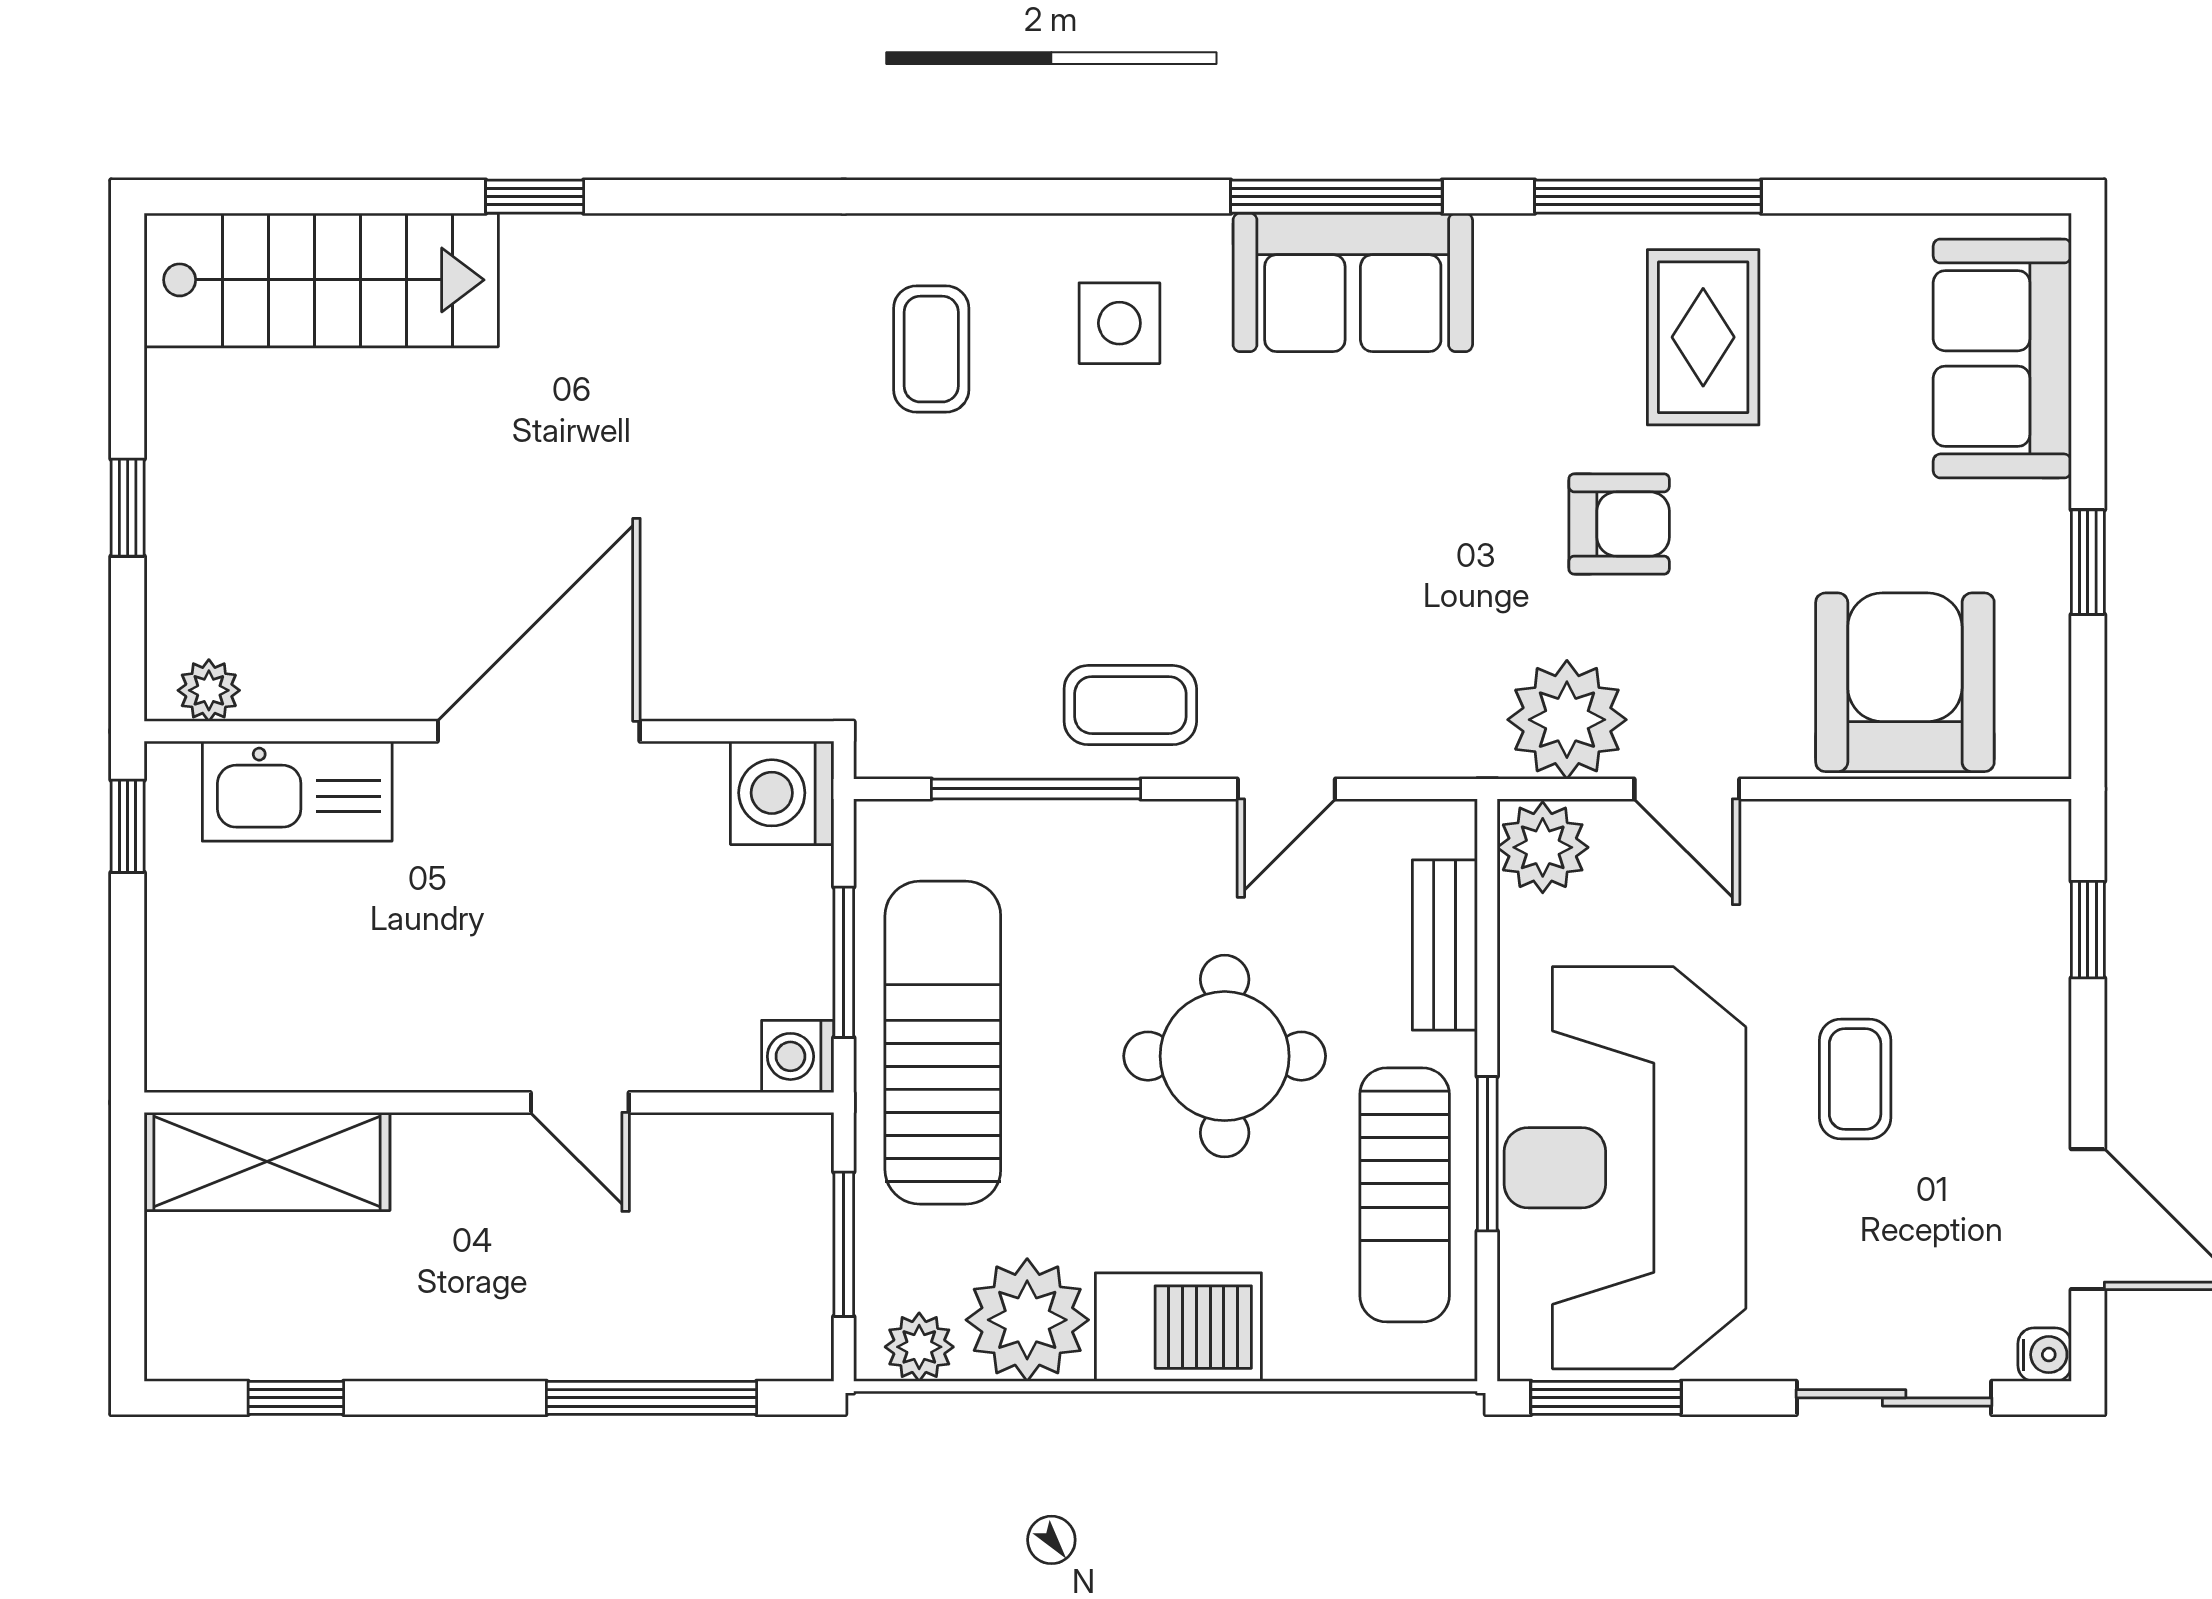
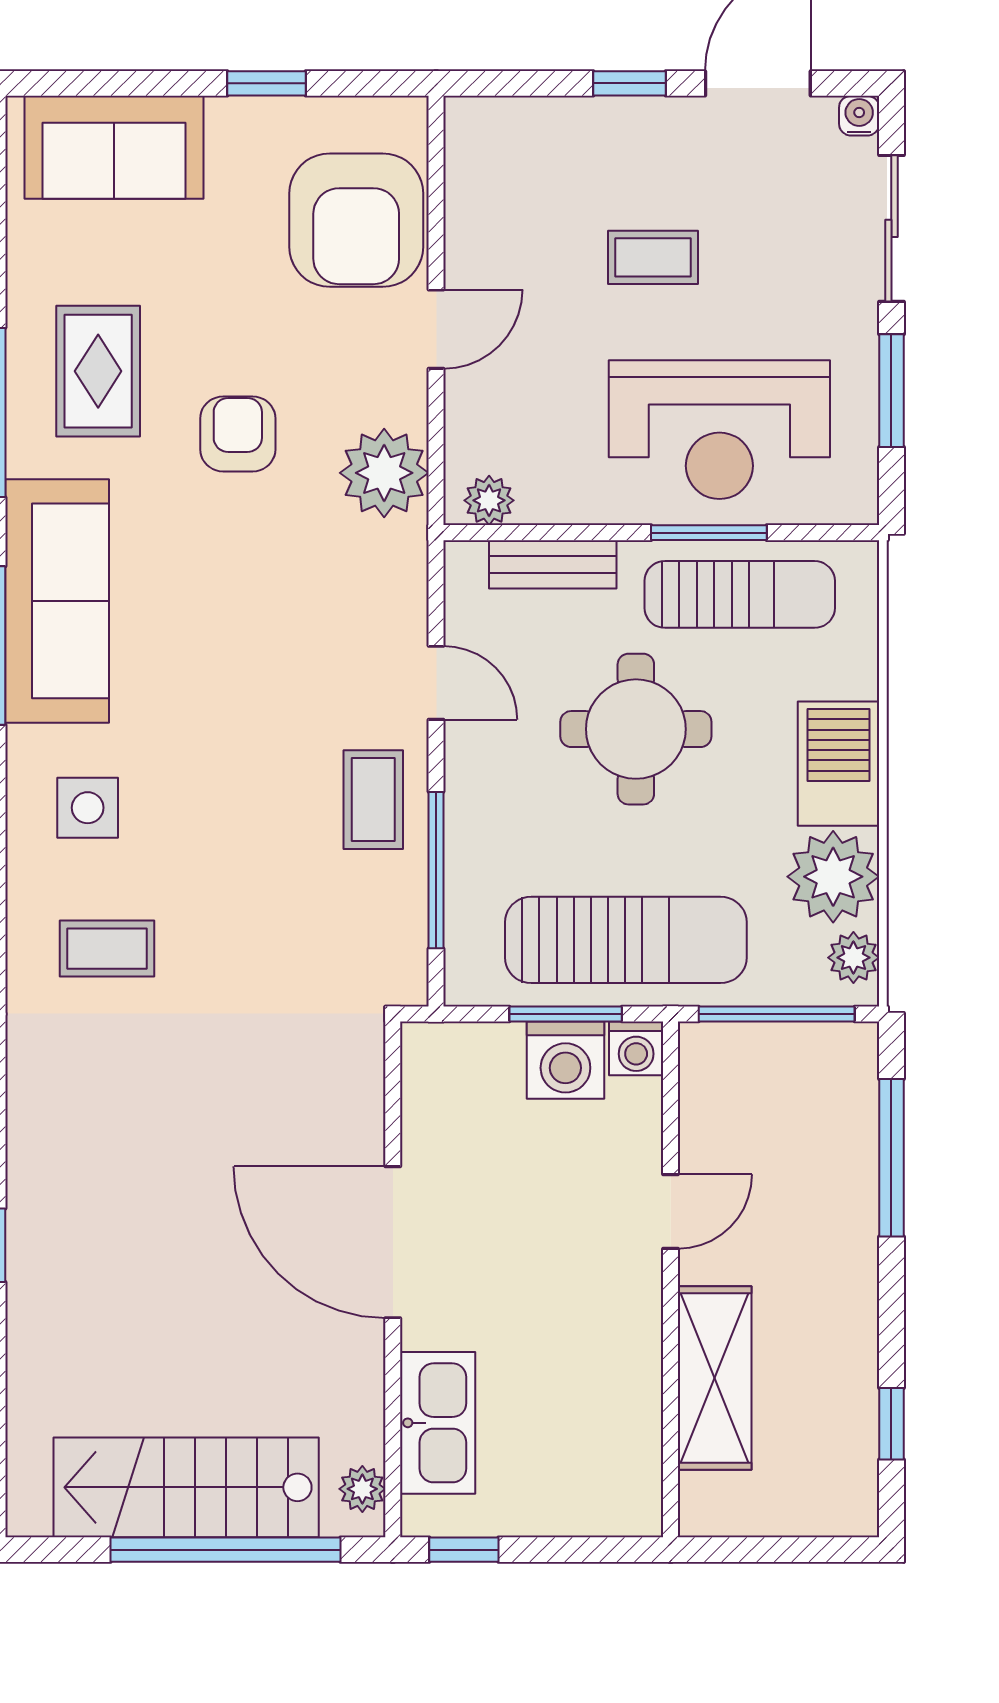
stairs: (321, 280) -> (186, 1487), moved, turned -90
sofa: (1353, 282) -> (57, 601), width x1.36
rug: (1703, 337) -> (98, 371), turned 90
window: (128, 508) -> (226, 1550), width x3.17
armchair: (1905, 682) -> (356, 220), turned -90
door: (1687, 789) -> (436, 329), moved
washing machine: (782, 793) -> (565, 1060), moved
plant: (1543, 847) -> (489, 500), width x0.73, depth x0.73
window: (2088, 930) -> (630, 83), moved
sun lounger: (943, 1043) -> (626, 940), turned 180
shelving: (267, 1161) -> (715, 1378), moved
reception desk: (1625, 1168) -> (719, 430), width x0.74, depth x0.77
window: (844, 1244) -> (777, 1014), width x1.44
window: (1606, 1398) -> (891, 391), moved

